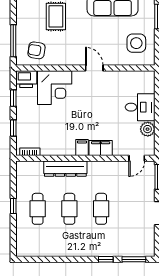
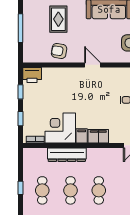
window: (13, 41) -> (20, 28), moved
armchair: (36, 50) -> (59, 51), moved
corner desk: (55, 88) -> (60, 128), moved, turned 180

